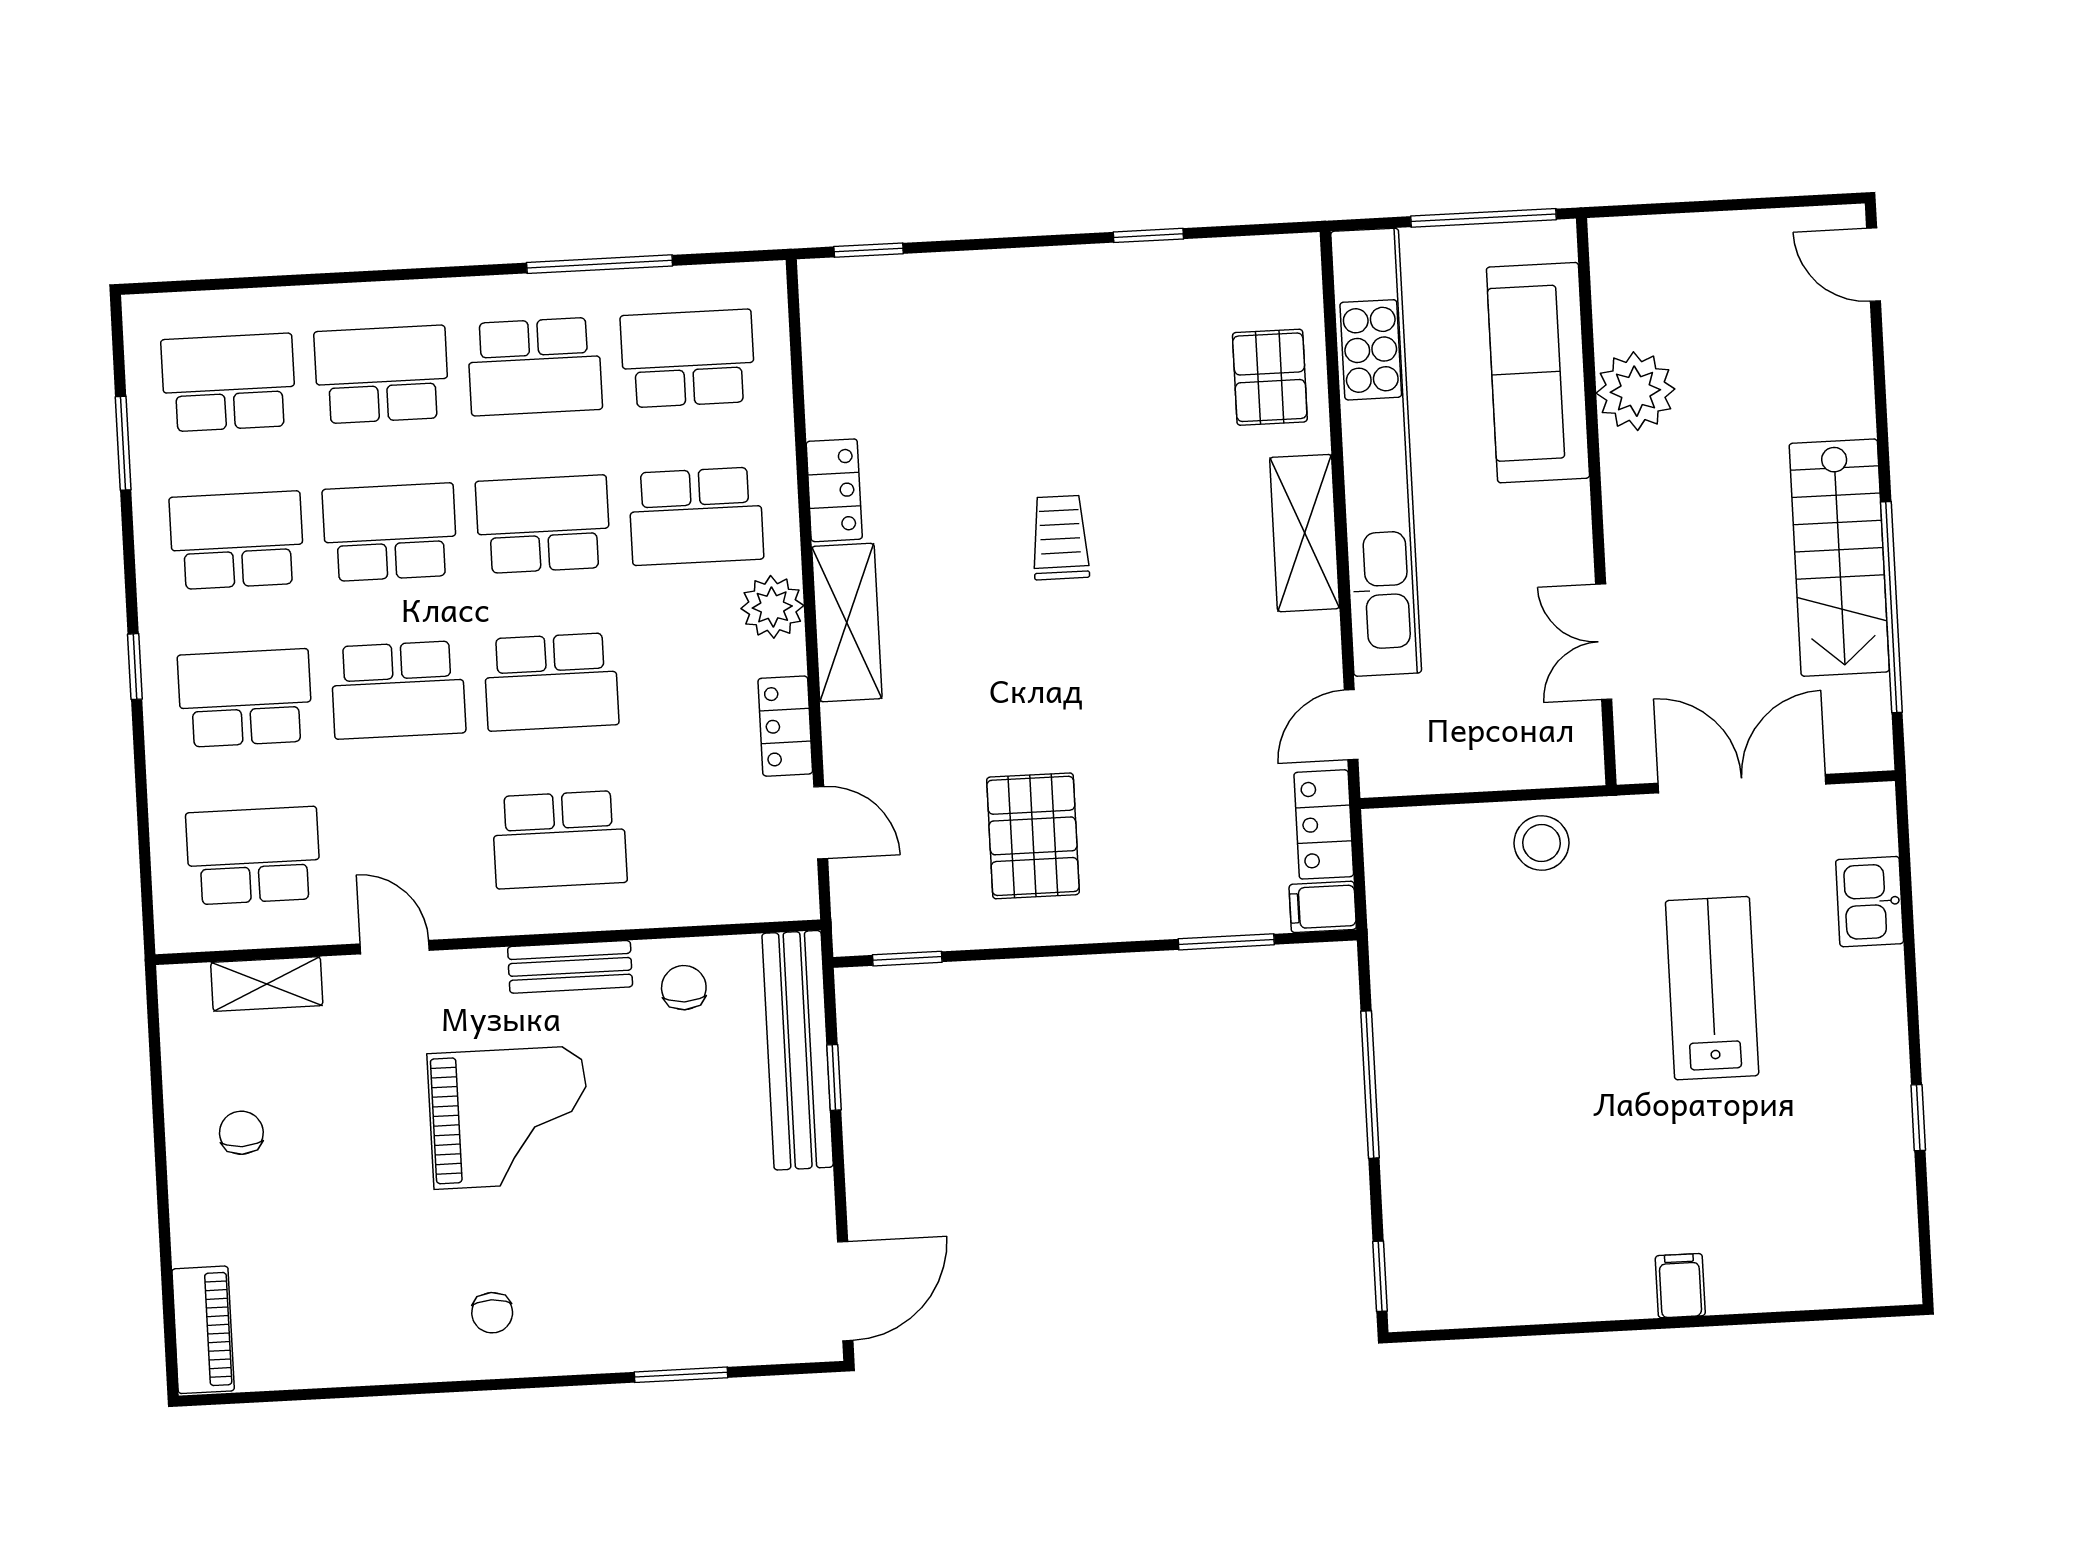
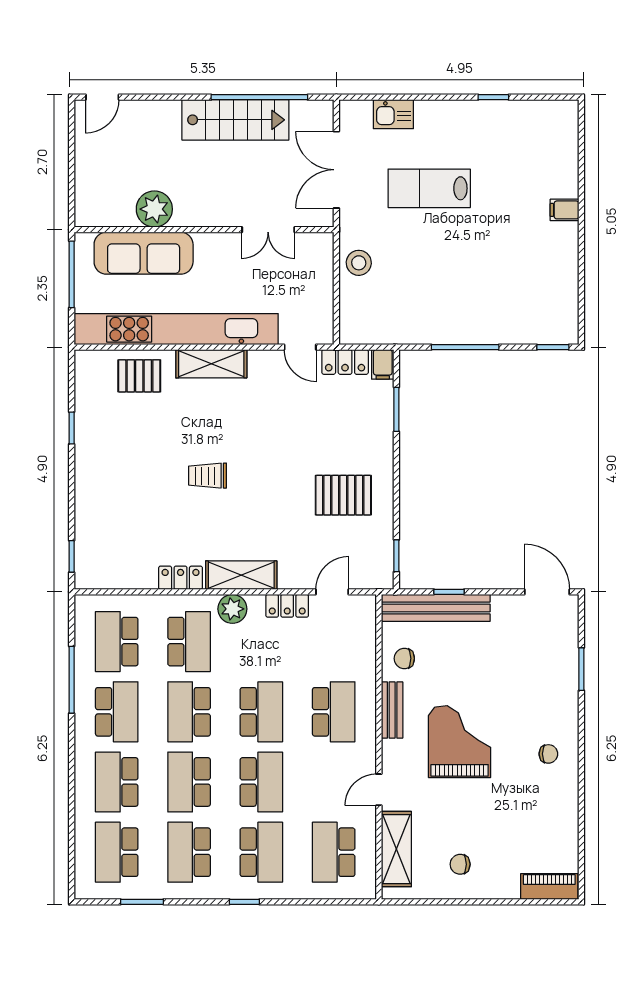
school desk: (245, 698) -> (261, 852), turned 180
shelving: (267, 984) -> (396, 849), width x1.50, depth x1.33

